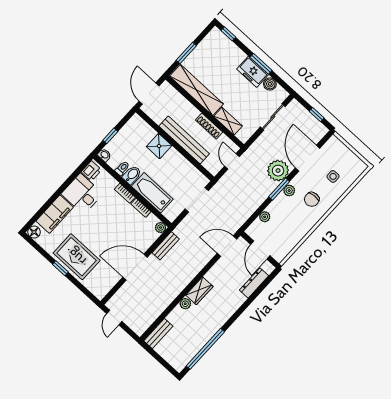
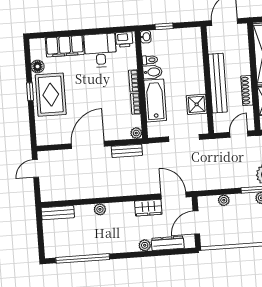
shower: (159, 146) -> (197, 104), moved
floor lamp: (34, 232) -> (38, 67), moved
door: (135, 267) -> (88, 145), hinge flipped
wardrobe: (199, 291) -> (148, 208), moved
plant: (240, 299) -> (145, 245), added

